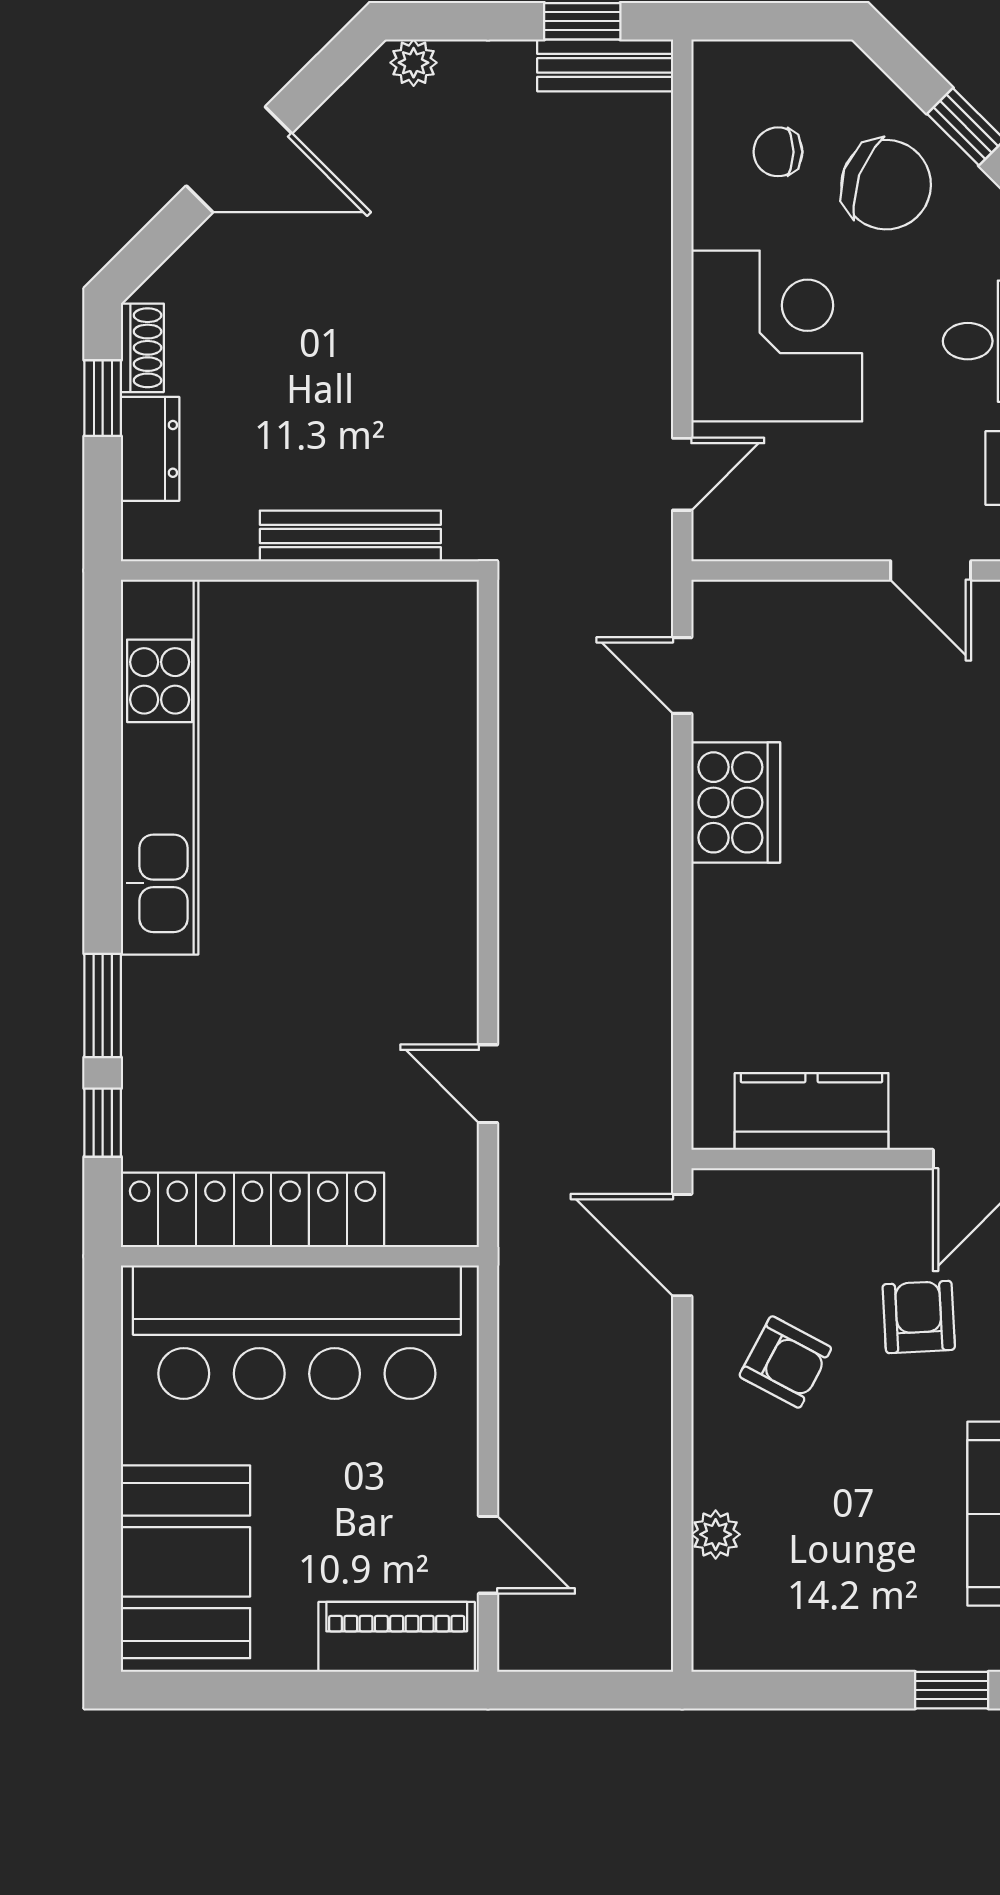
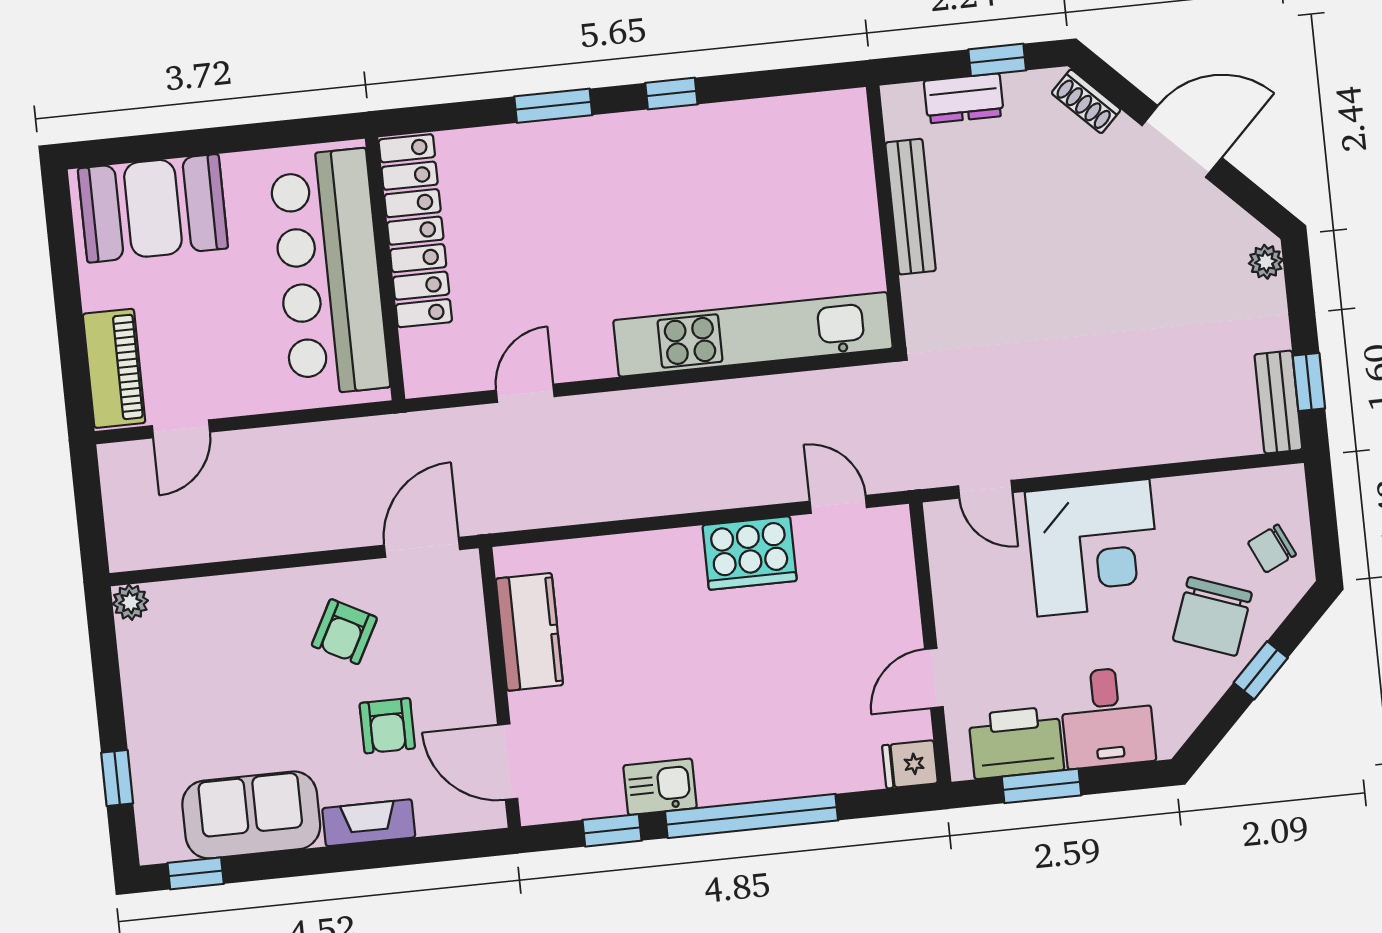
chair: (778, 152) -> (1272, 548), moved, turned -115
door: (239, 160) -> (1182, 142), swing flipped
shoe rack: (142, 348) -> (1086, 101), moved, turned 45
bench: (350, 536) -> (911, 207), moved
door: (682, 676) -> (838, 504), hinge flipped
kitchen unit: (160, 767) -> (753, 334), moved, turned 180
window: (103, 1123) -> (671, 94), moved
armchair: (919, 1317) -> (387, 726), turned 93
plant: (716, 1534) -> (130, 602), moved

